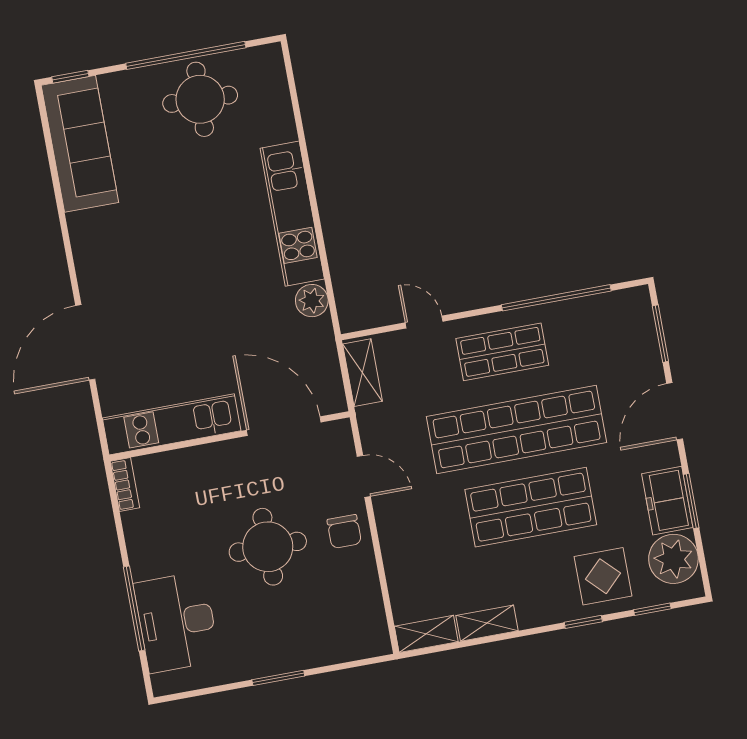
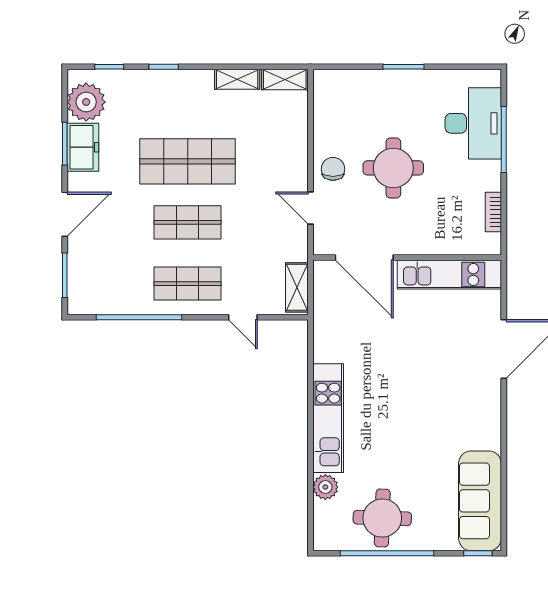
plant: (312, 301) -> (325, 487), moved
shop shelf: (517, 429) -> (188, 222), width x0.50, depth x0.74
bookcase: (125, 485) -> (493, 212), moved
display table: (603, 576) -> (142, 99), removed

